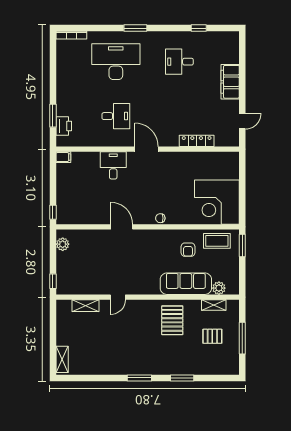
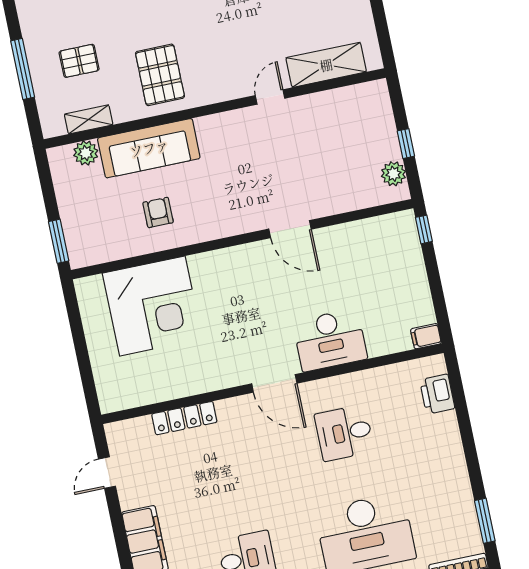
window: (53, 116) -> (485, 521), moved
desk: (113, 165) -> (330, 340), width x1.37
corner desk: (217, 202) -> (152, 306), moved, turned 90
chair: (160, 218) -> (222, 260), removed
coffee table: (217, 241) -> (108, 240), removed
window: (53, 281) -> (406, 144), moved
shelving: (86, 306) -> (326, 65), width x1.50, depth x1.33

